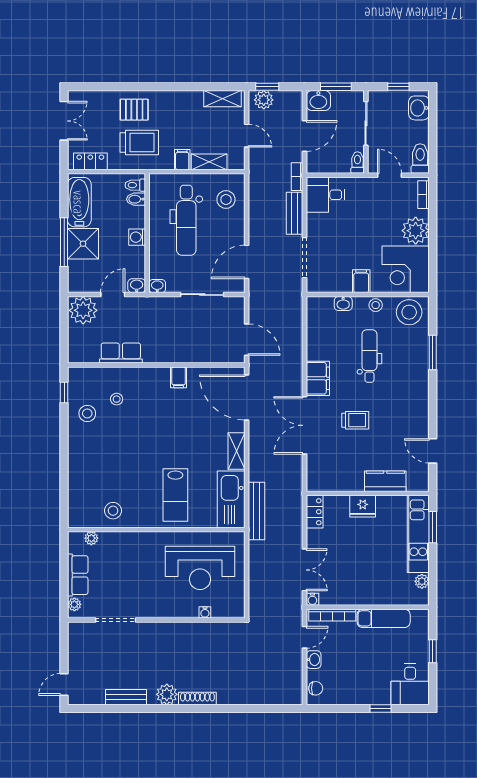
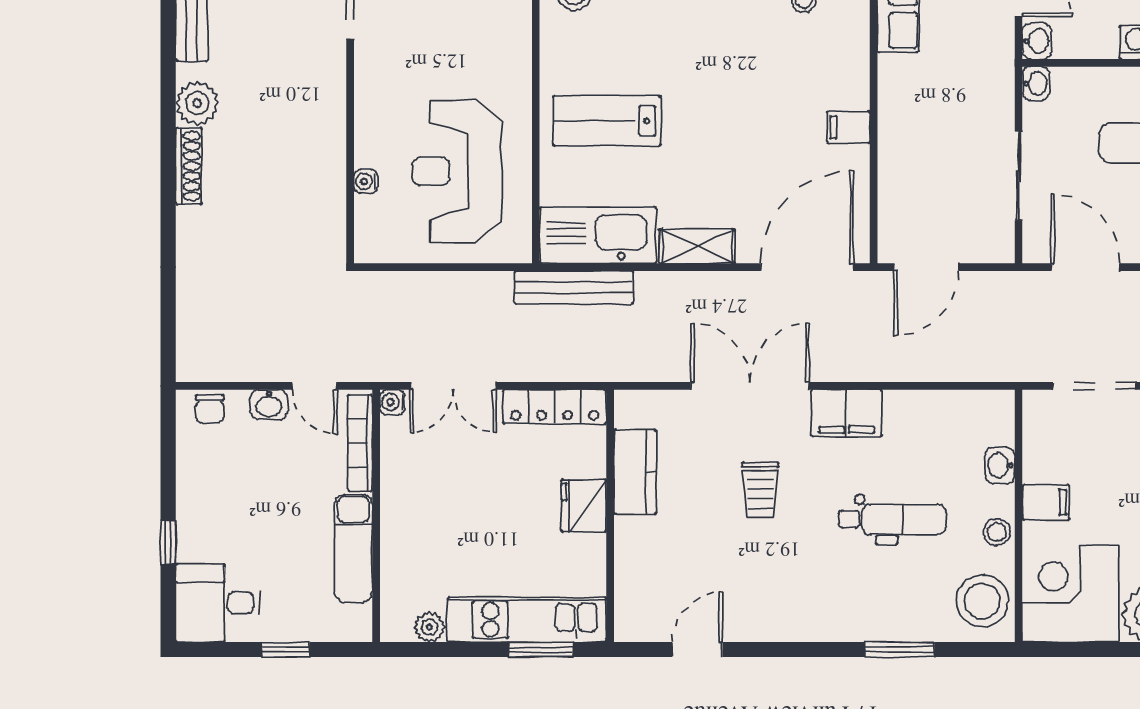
kitchen counter: (385, 481) -> (635, 472), moved
locker: (315, 512) -> (555, 407), width x1.53

